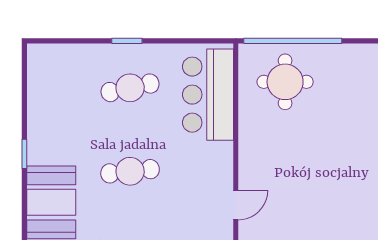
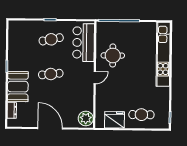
round table: (285, 82) -> (113, 55), moved
door: (236, 205) -> (95, 78), moved

